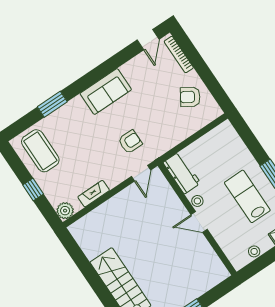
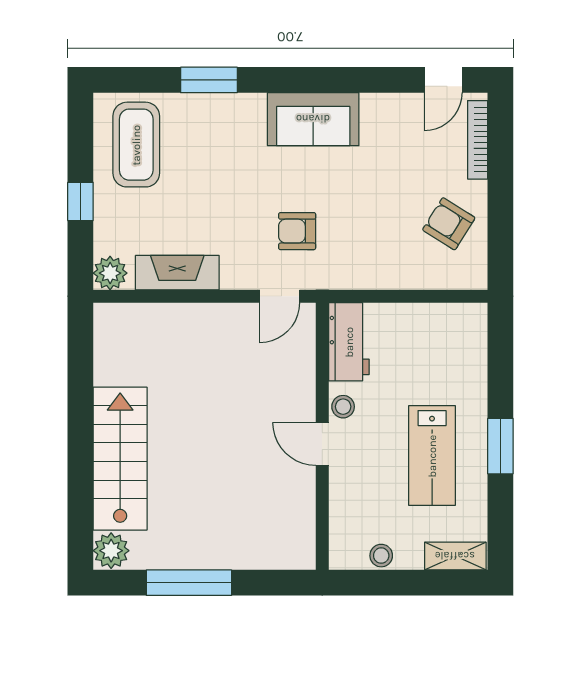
armchair: (130, 142) -> (297, 231), turned 180
fireplace: (94, 194) -> (177, 273), width x1.37, depth x1.32
lab bench: (247, 196) -> (432, 456), turned 180

